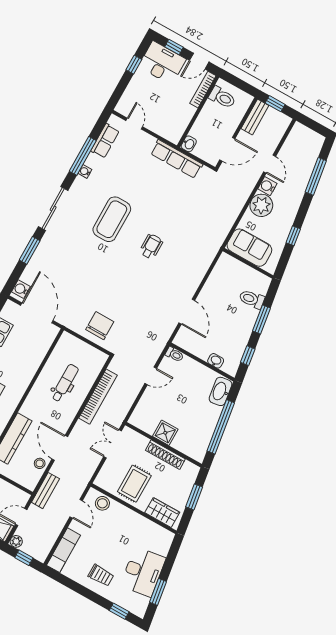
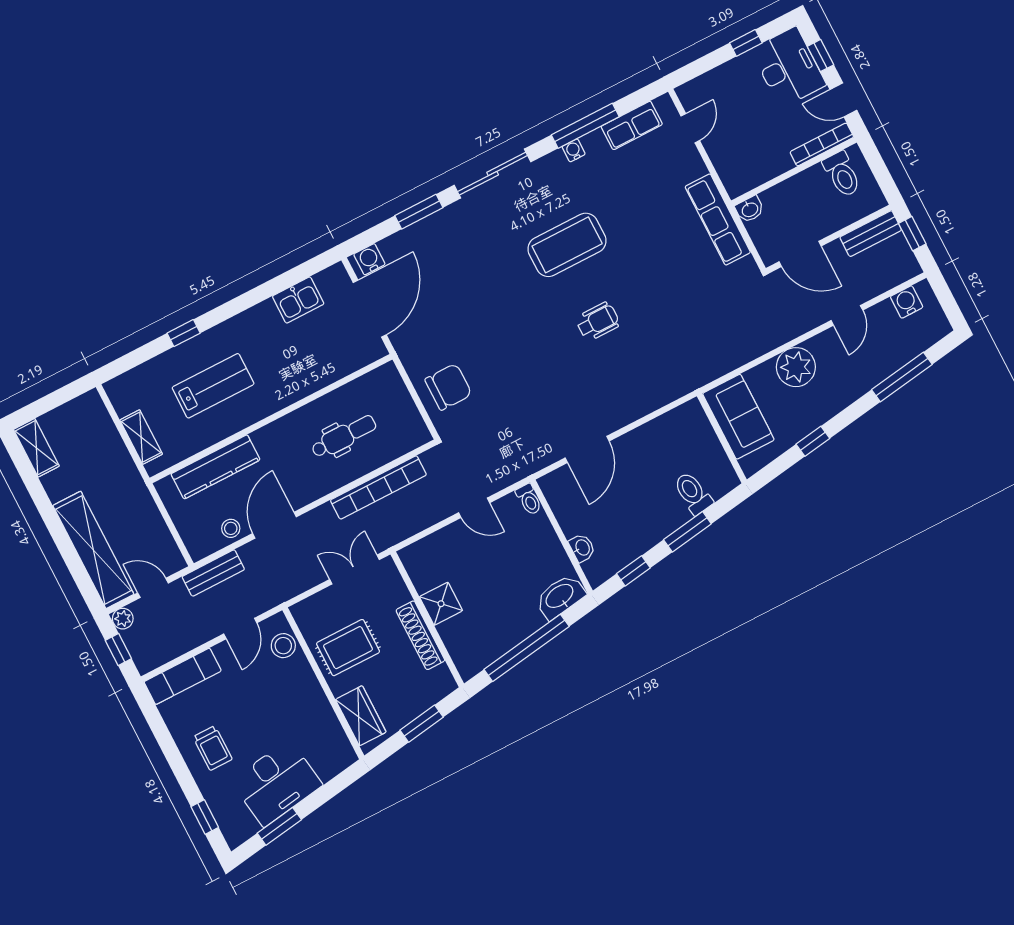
water cooler: (267, 186) -> (907, 302), moved

